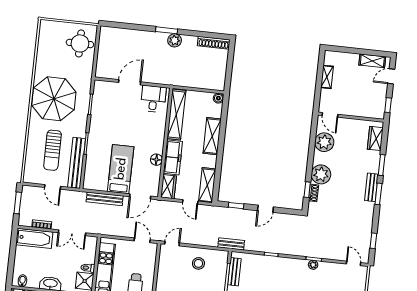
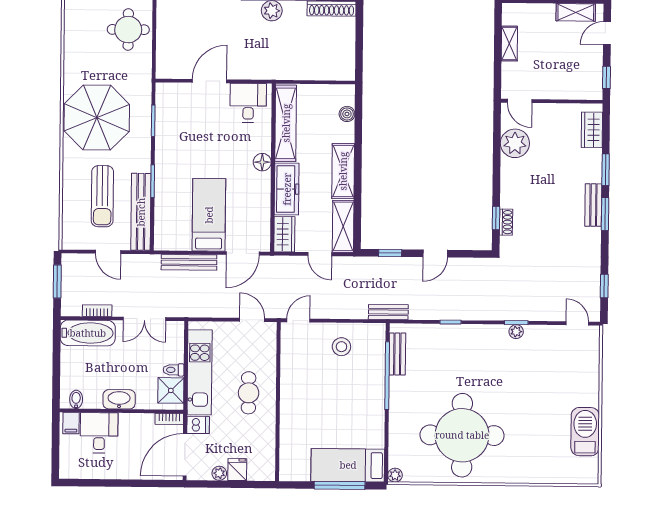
boiler: (218, 98) -> (347, 114), moved
shelving: (212, 136) -> (343, 171), moved
floor lamp: (156, 160) -> (262, 162), moved
plant: (321, 174) -> (515, 193), removed

